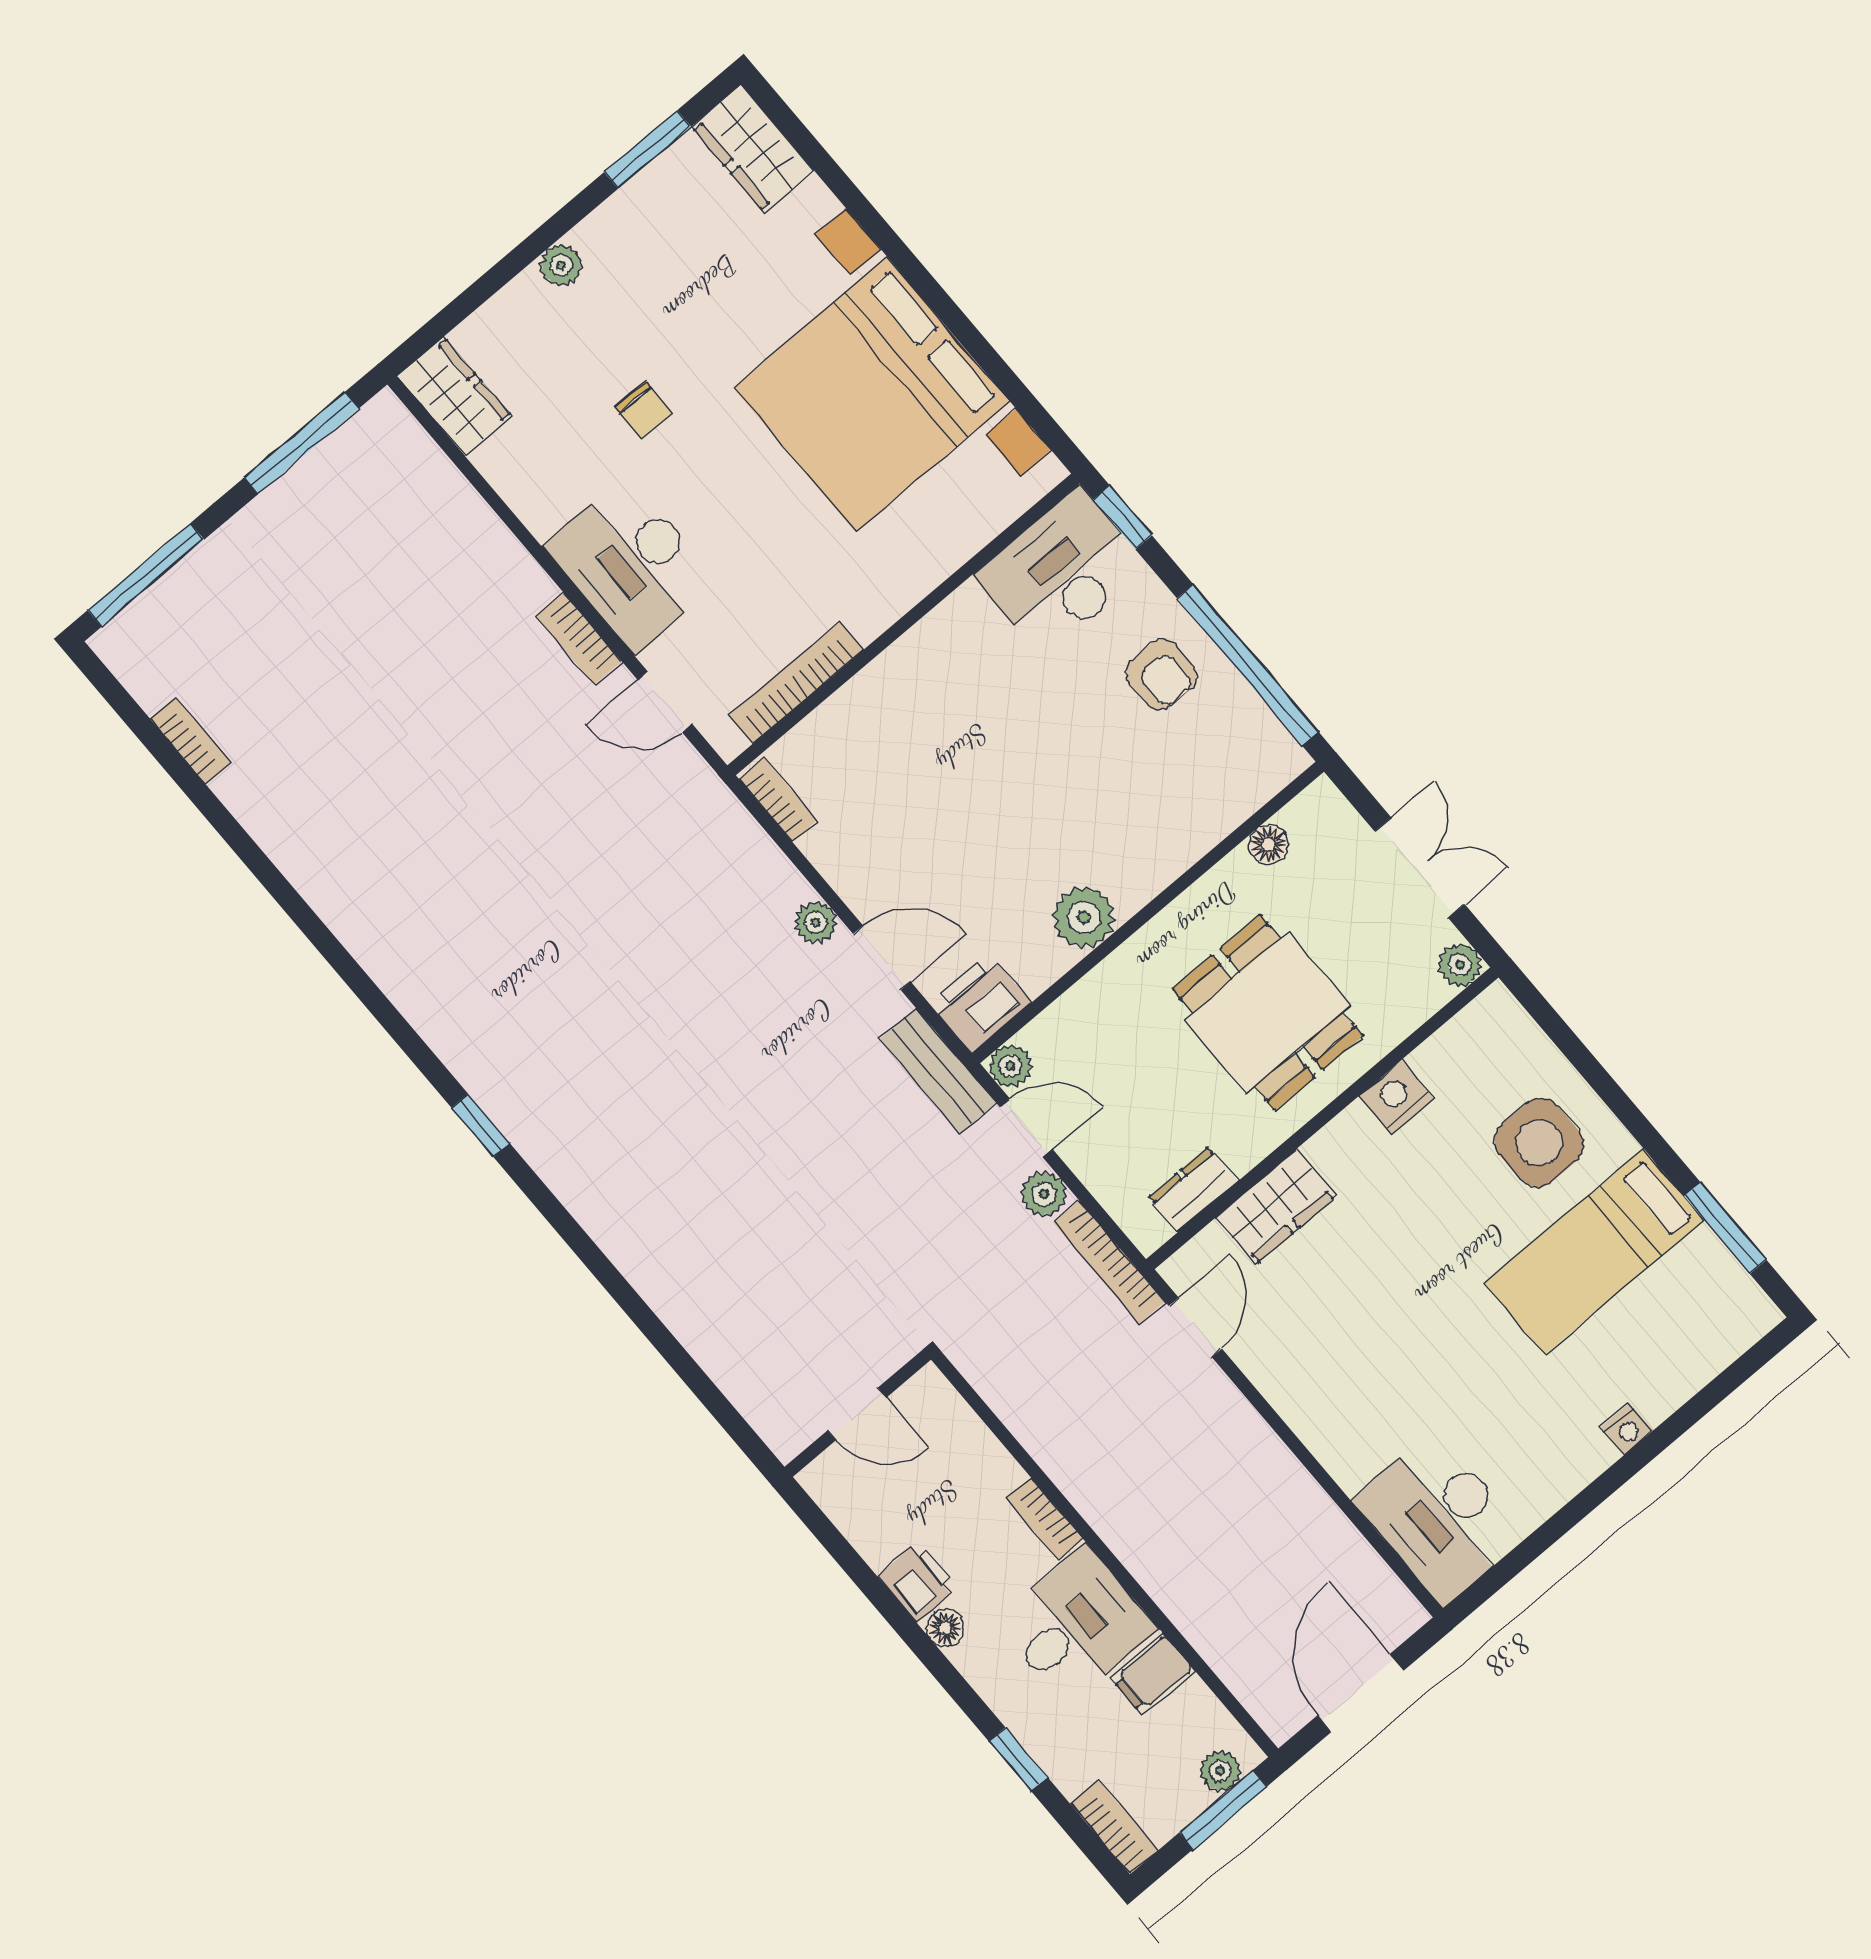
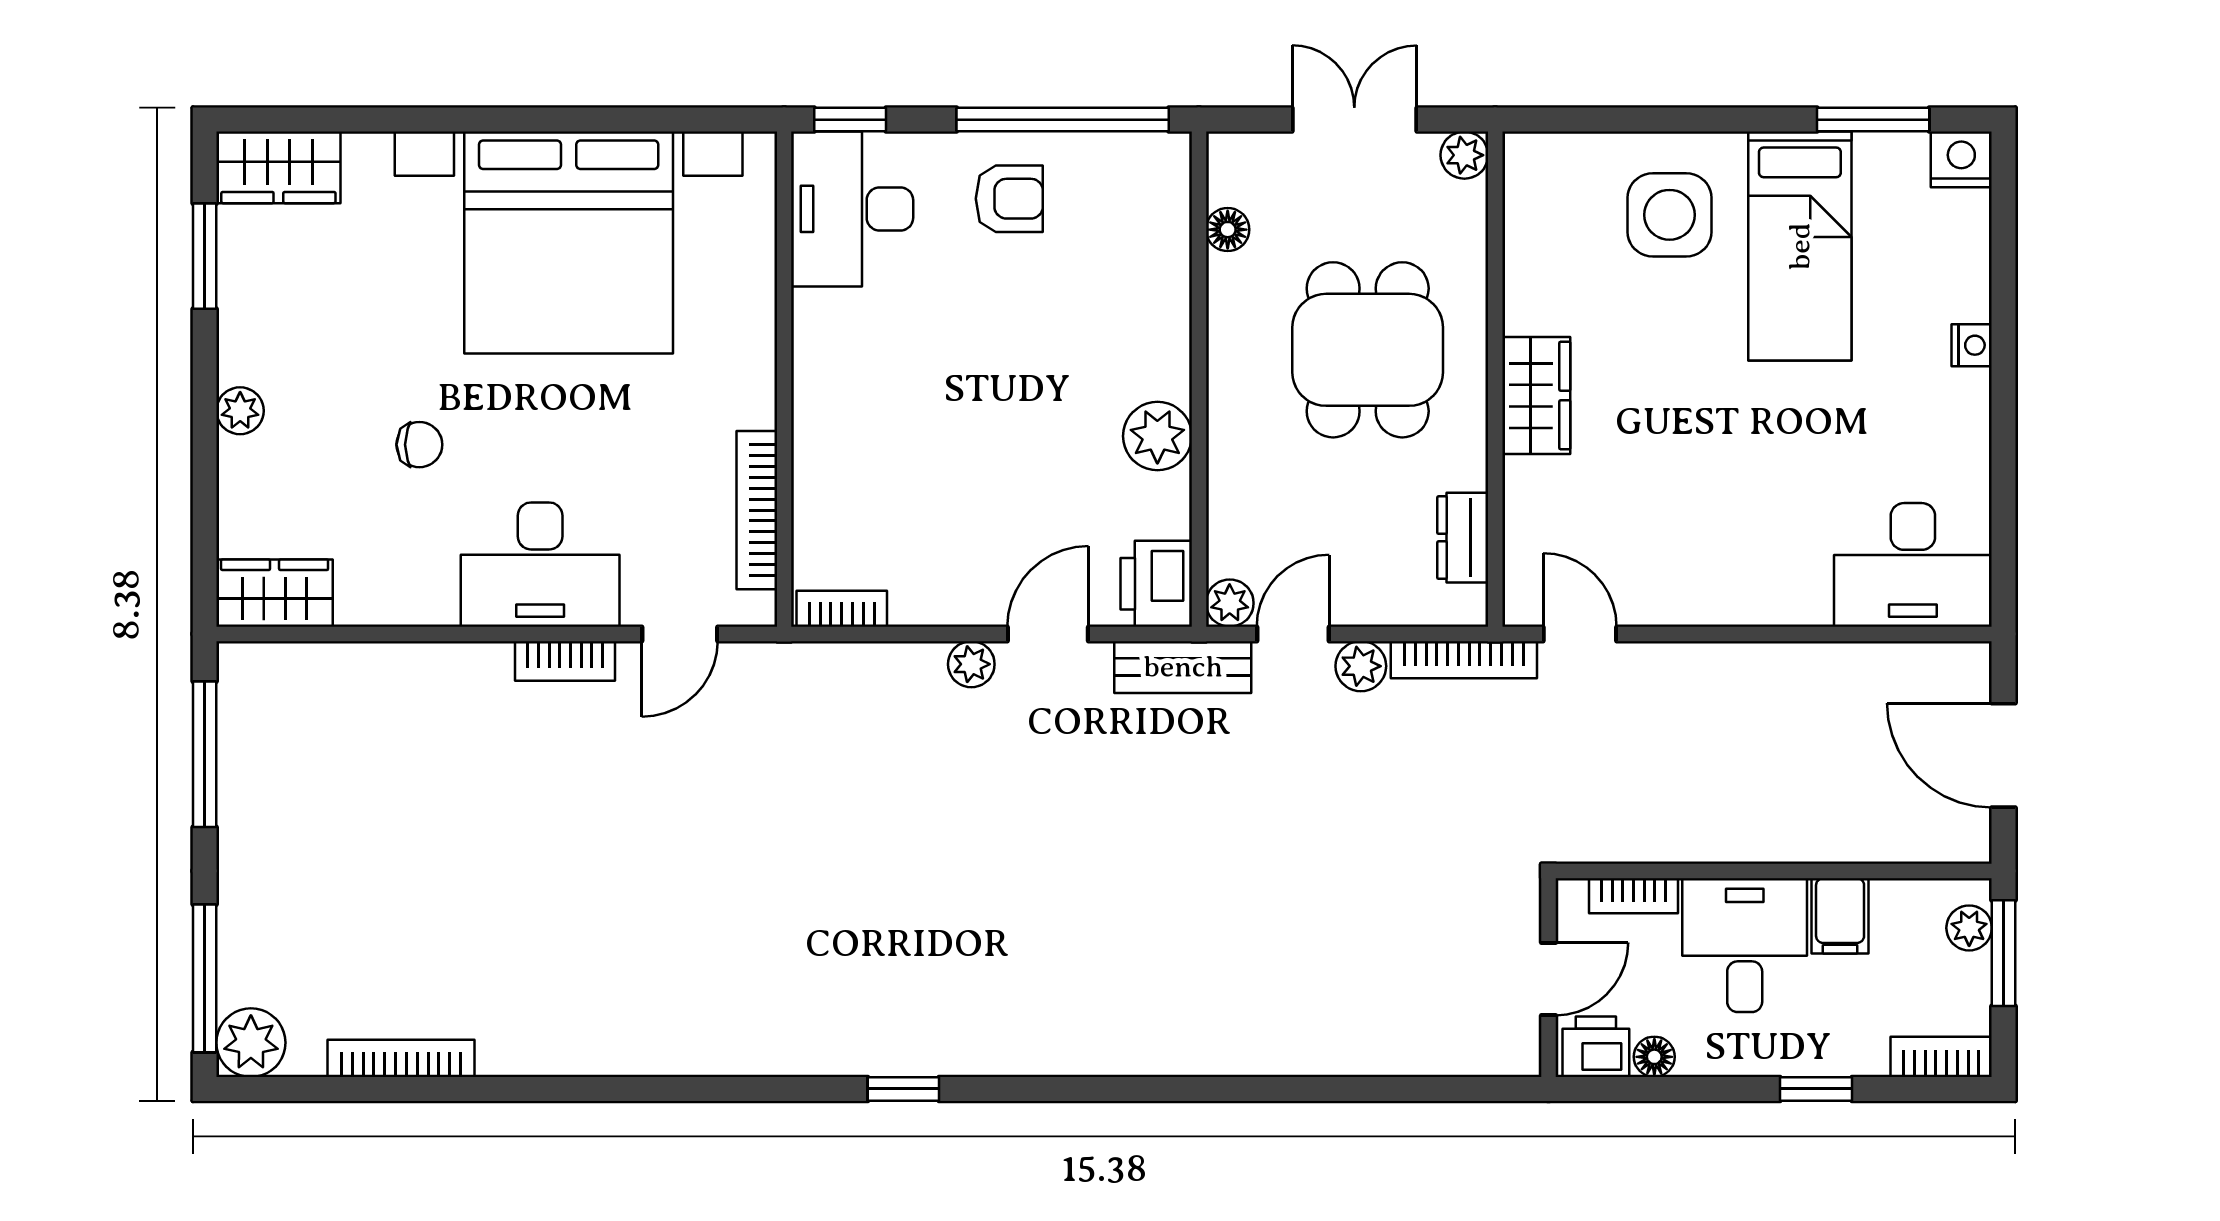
plant: (128, 645) -> (251, 1043), added
bookcase: (190, 740) -> (401, 1058), width x1.56
dining table: (1267, 1012) -> (1368, 350), turned 90
nightstand: (1397, 1097) -> (1961, 159), moved, turned 90
wardrobe: (1276, 1207) -> (1536, 396), moved
wall: (858, 1413) -> (1549, 978), moved
door: (857, 1414) -> (1549, 979), moved

